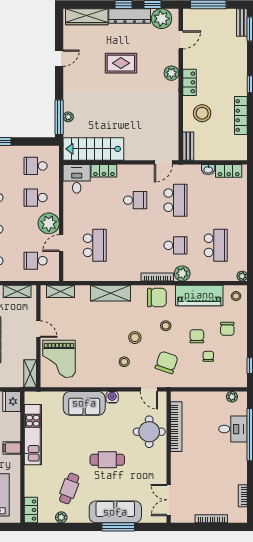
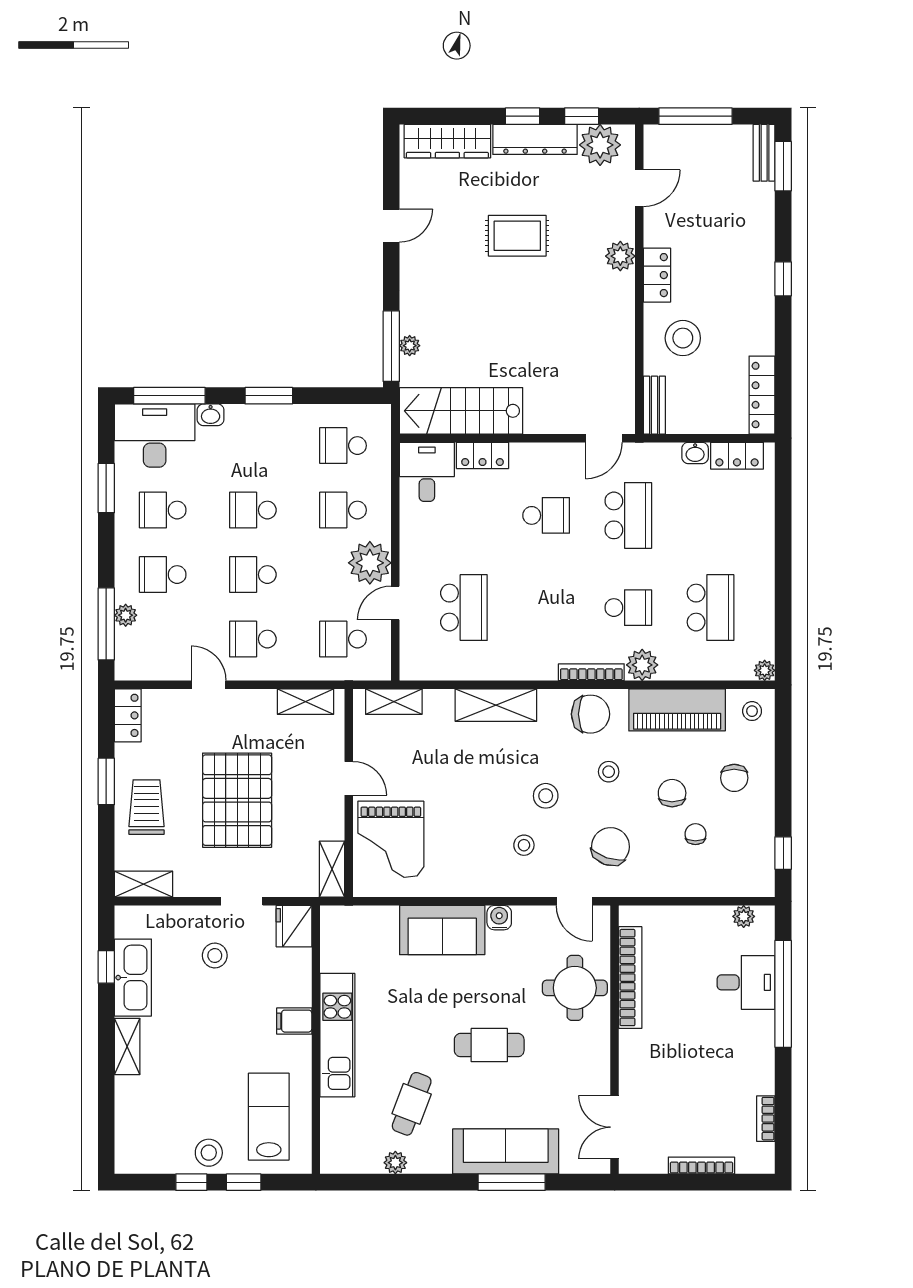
locker: (241, 116) -> (762, 395), moved
kitchen unit: (33, 435) -> (337, 1035), moved
locker: (31, 510) -> (333, 1148), removed

